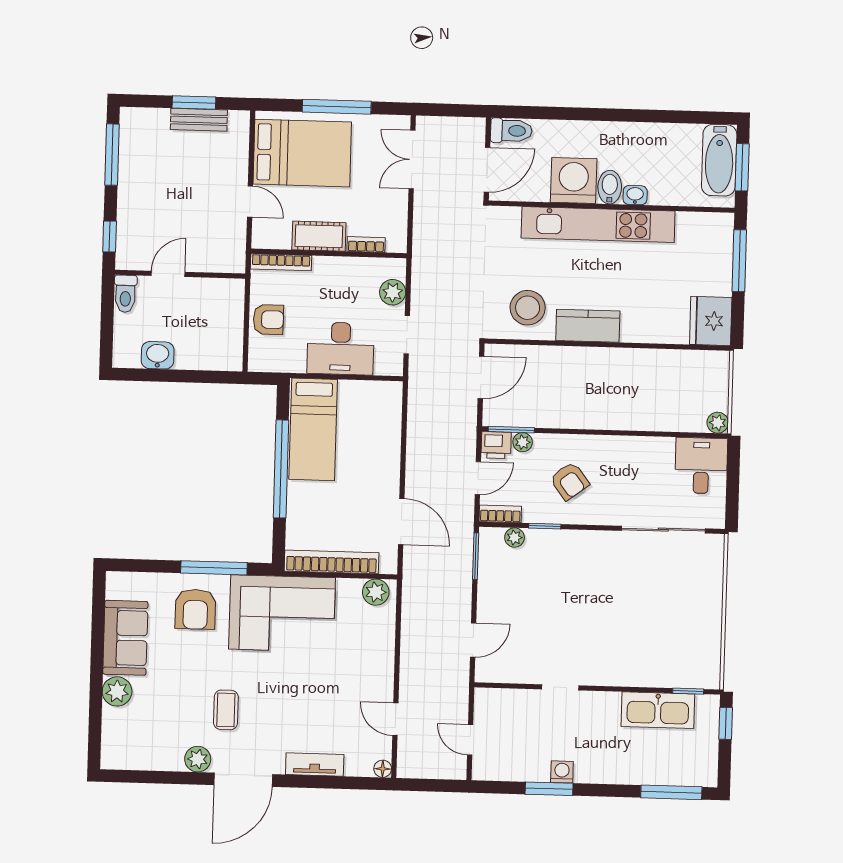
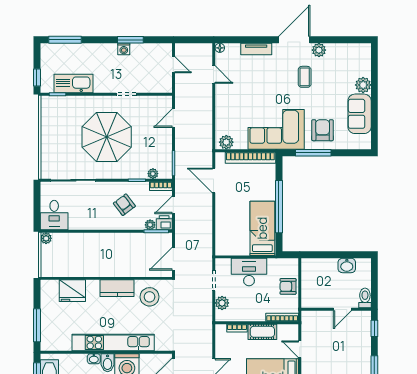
fridge: (711, 321) -> (72, 291), moved, turned 90
parasol: (599, 609) -> (107, 137), added

